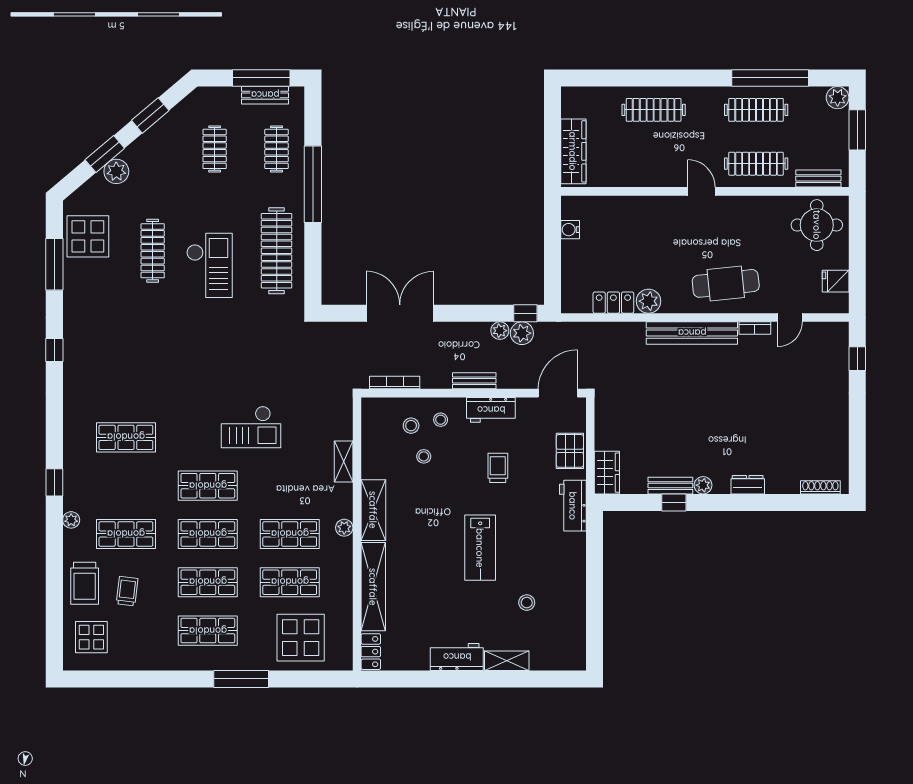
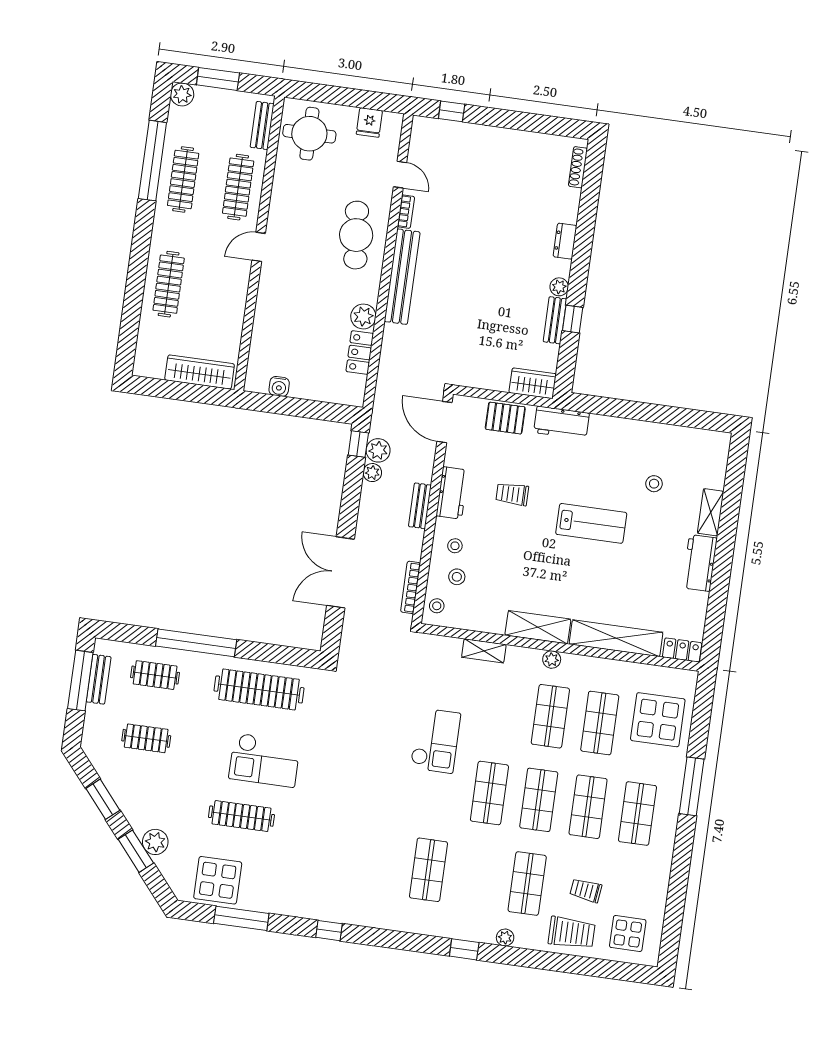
checkout: (209, 265) -> (265, 760), turned 180
stool: (424, 456) -> (437, 606), moved

